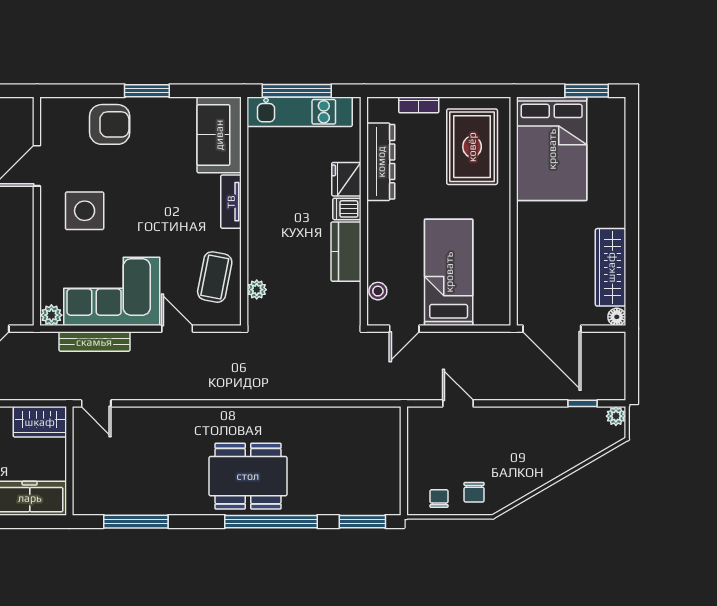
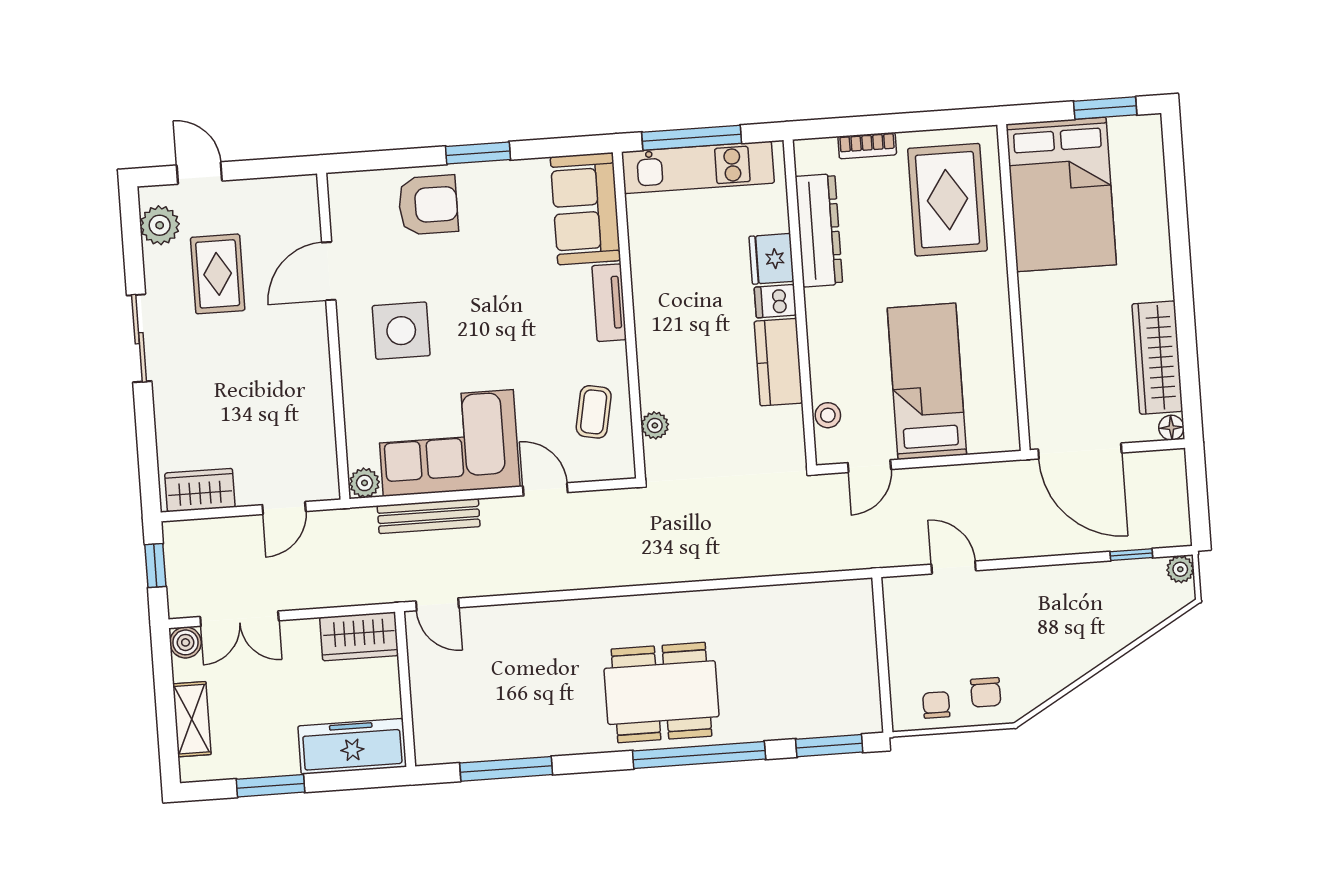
coffee table: (215, 277) -> (594, 412), width x0.73, depth x0.77

